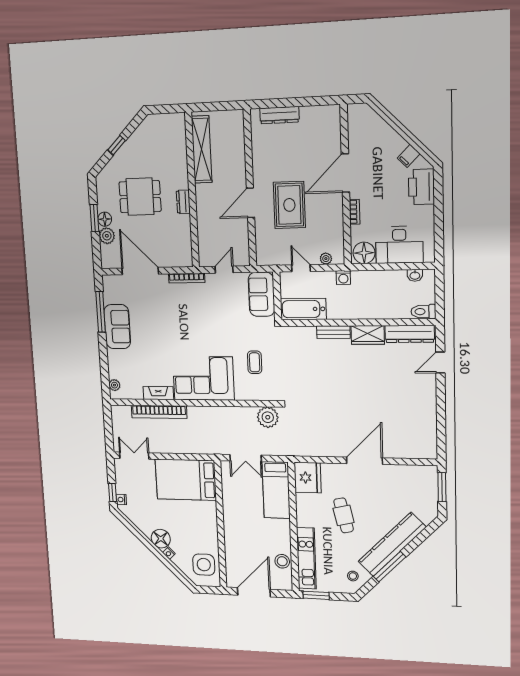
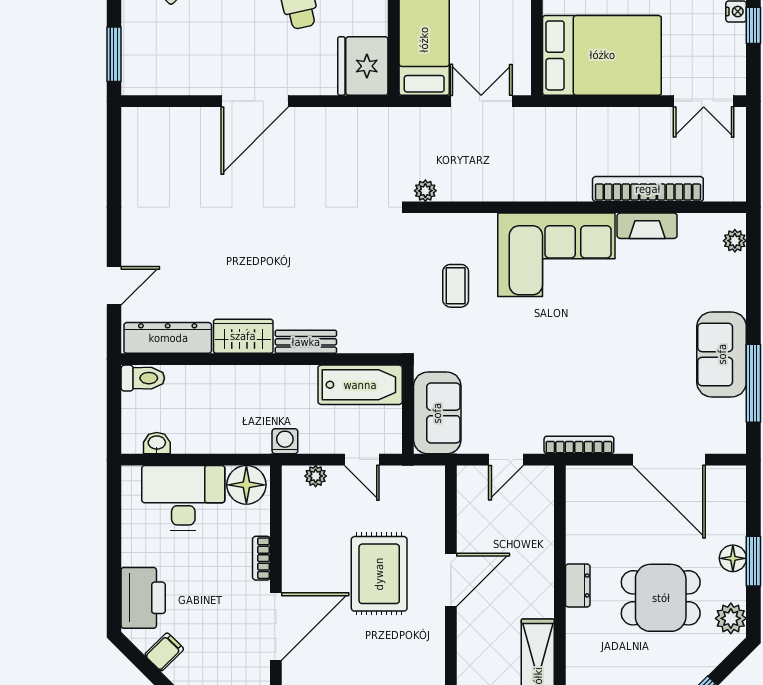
plant: (107, 236) -> (731, 618), moved
plant: (268, 417) -> (425, 191), width x0.53, depth x0.53

